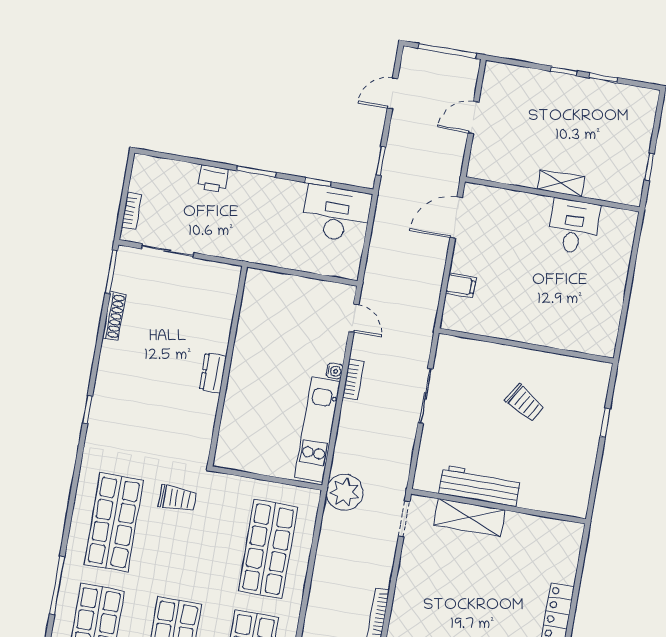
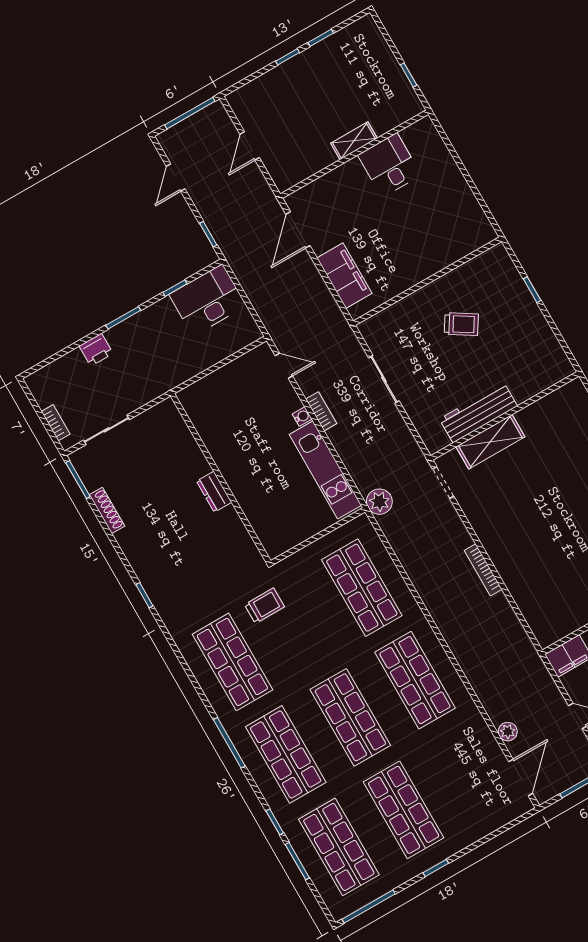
filing cabinet: (461, 285) -> (344, 276), width x3.00, depth x1.17
plant: (345, 492) -> (379, 502), width x0.73, depth x0.73

